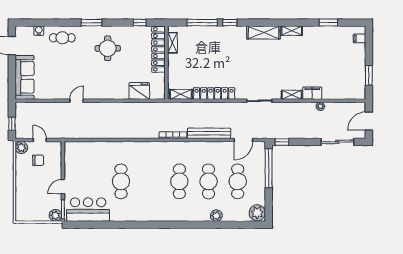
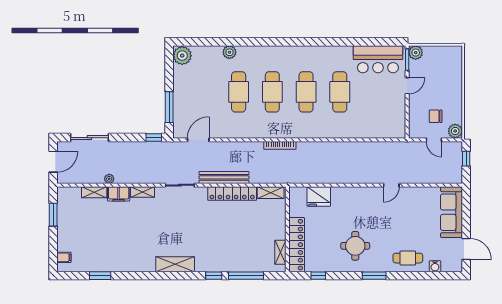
shelving: (292, 31) -> (94, 192), moved
bench: (209, 133) -> (224, 177), moved
window: (269, 168) -> (169, 107), width x0.68
cafe table: (238, 181) -> (306, 92), moved

